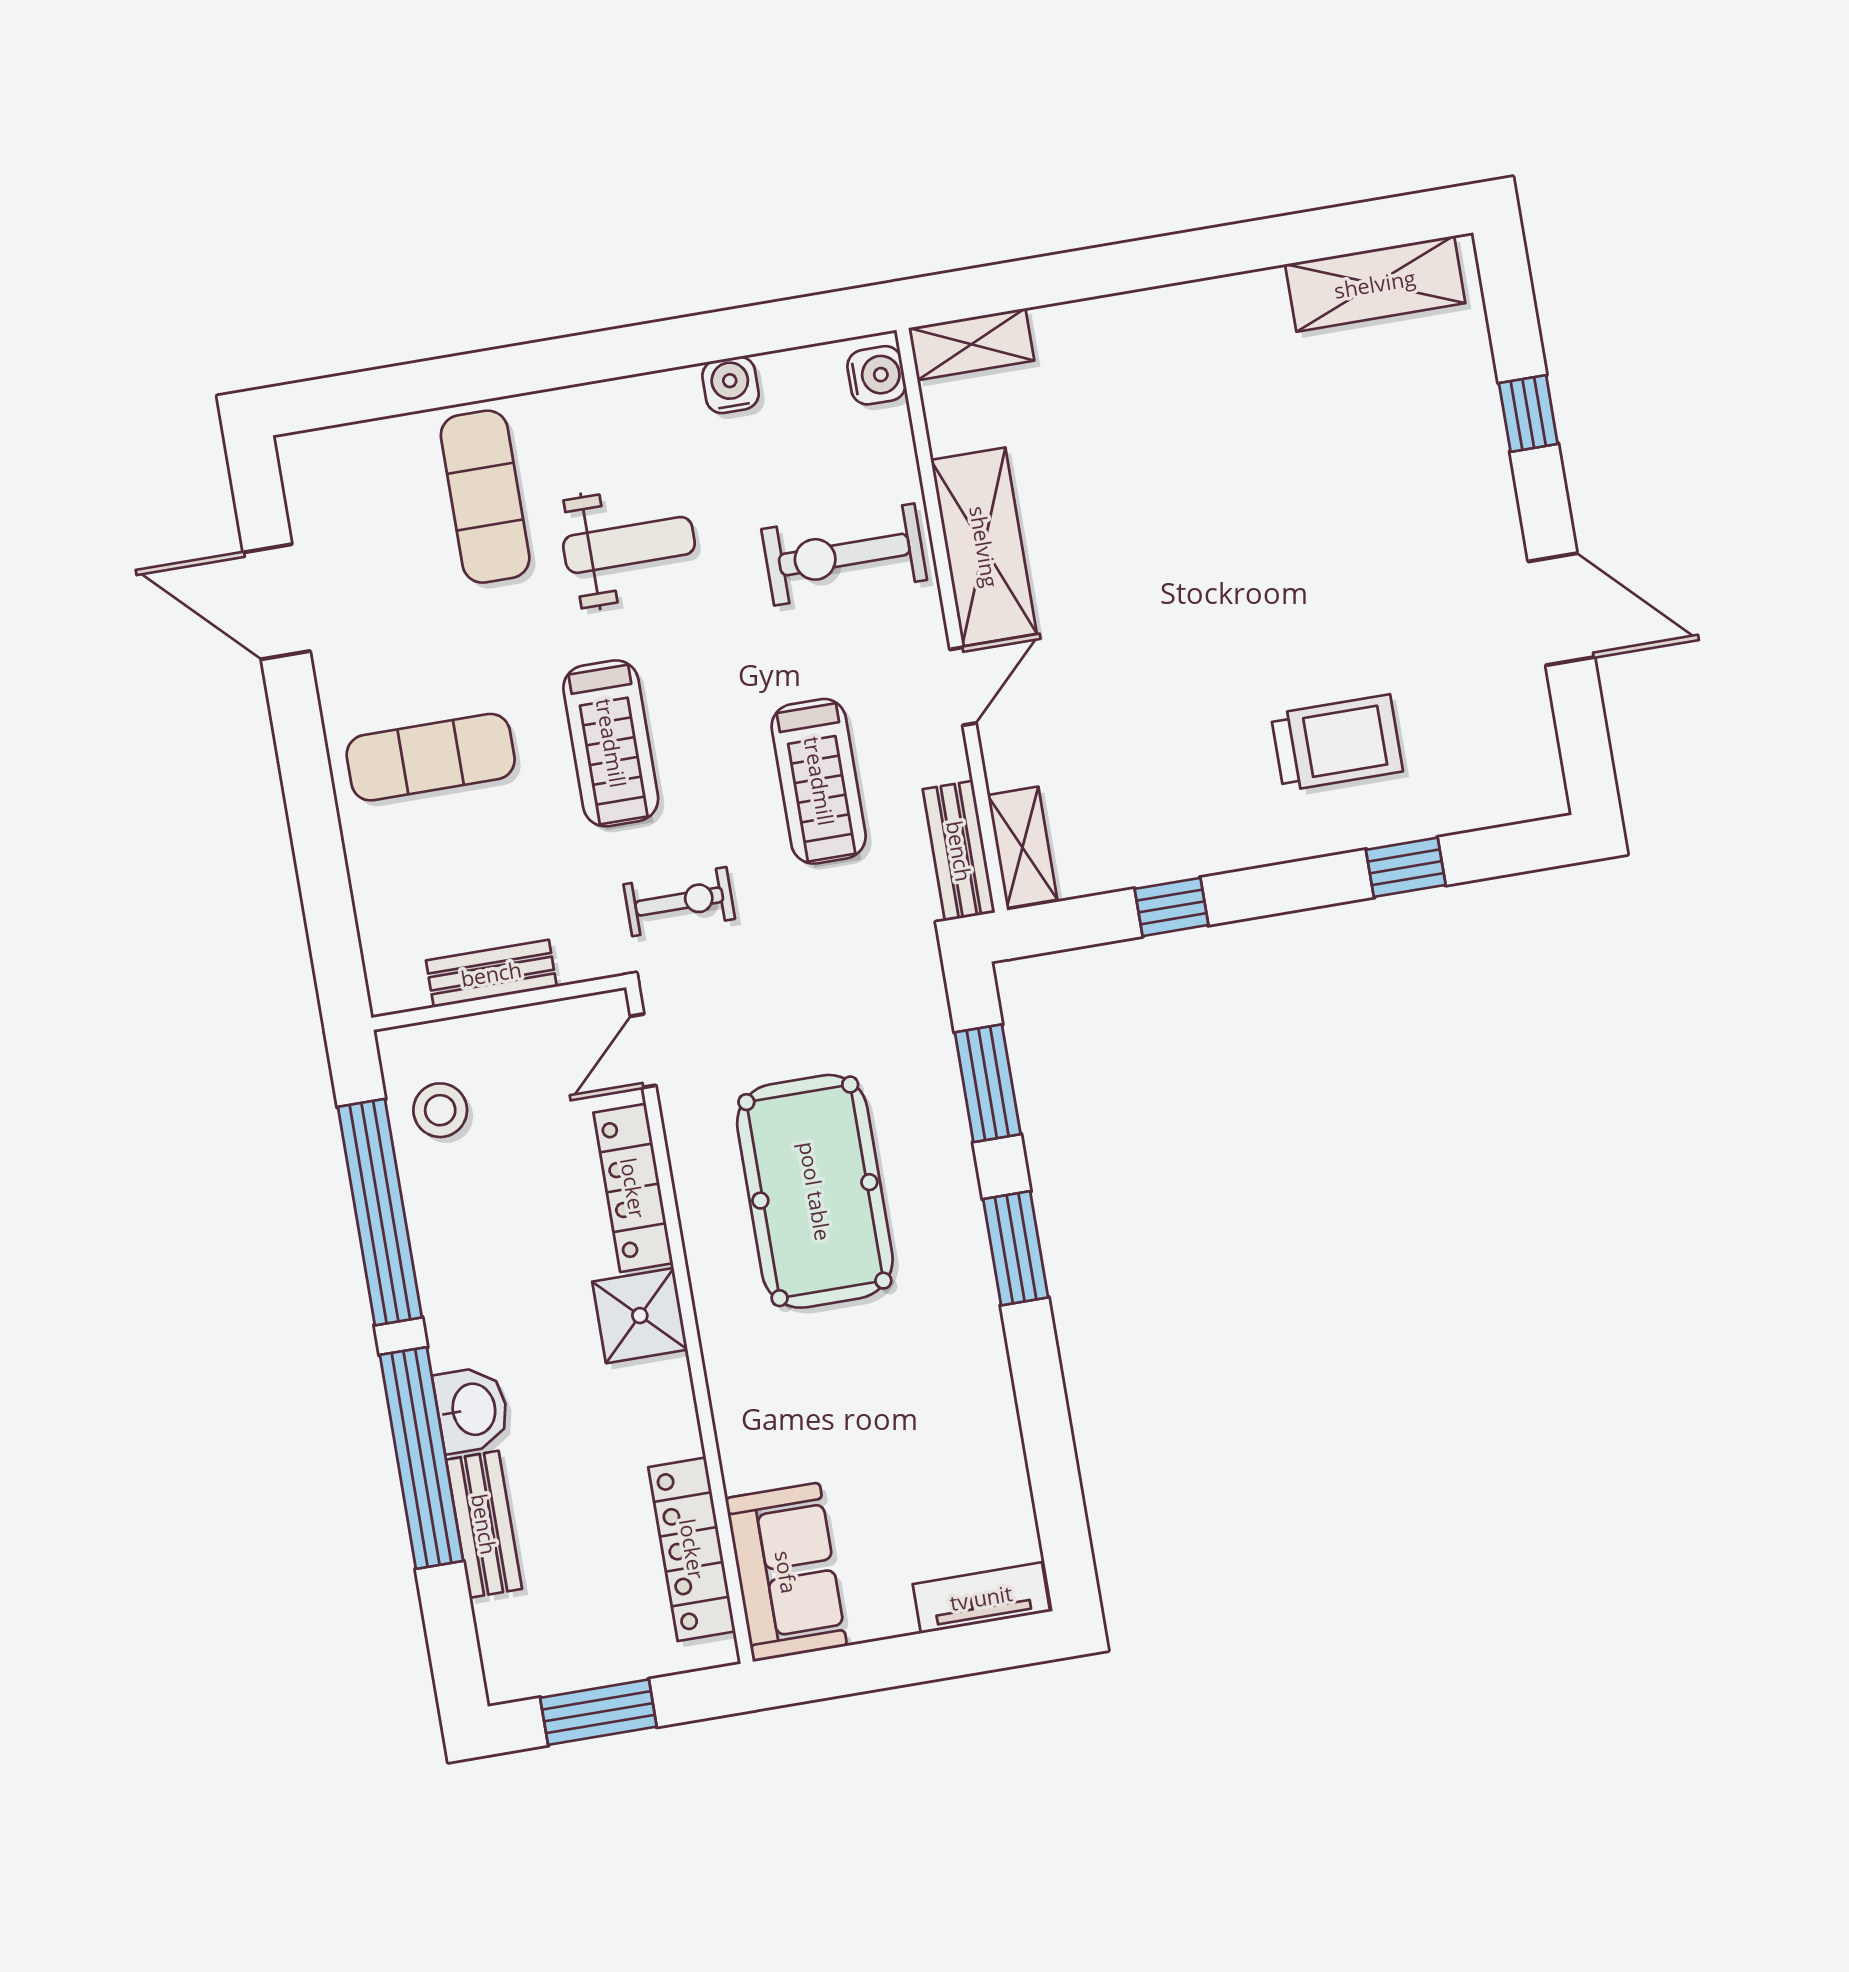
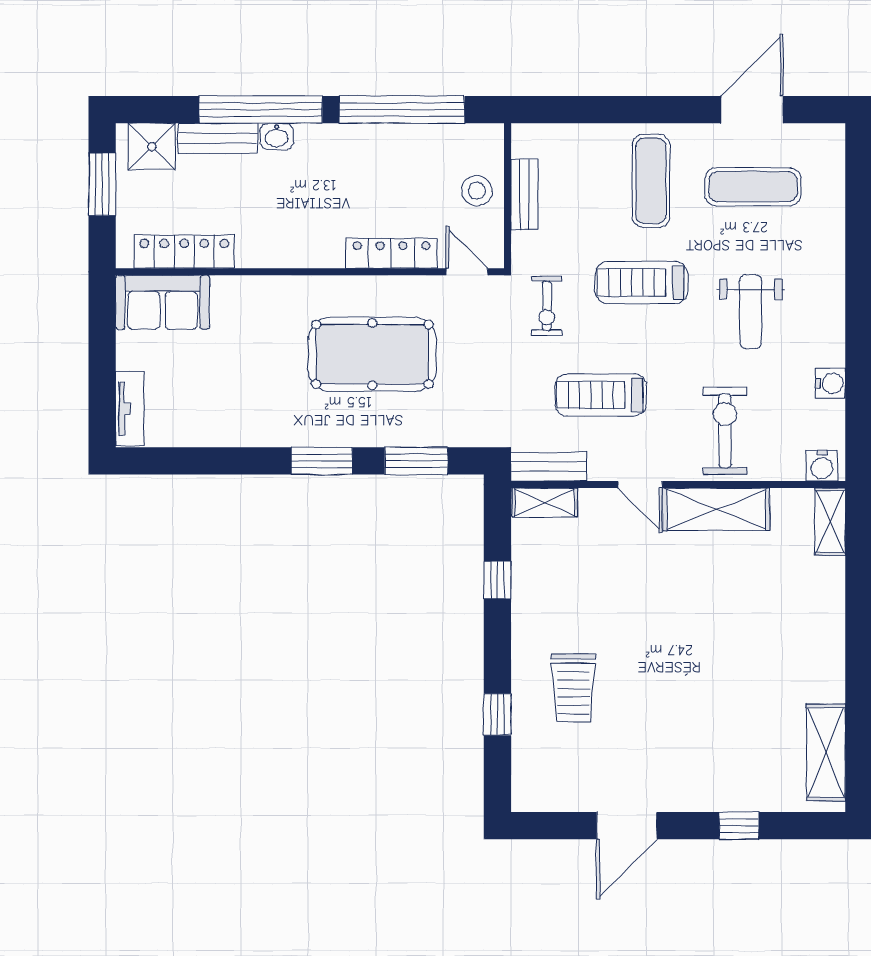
exercise mat: (485, 497) -> (753, 187), moved
stool: (440, 1110) -> (477, 191), moved
shower: (640, 1316) -> (152, 147), moved
washbasin: (472, 1410) -> (277, 136), width x0.72, depth x0.69

